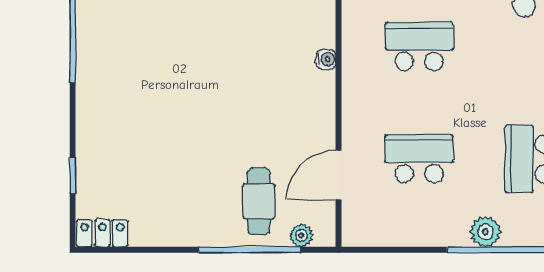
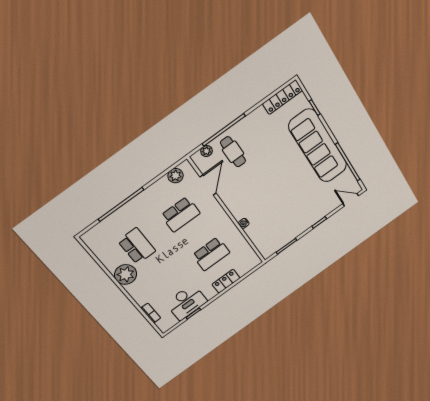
sofa: (108, 103) -> (318, 146), added
plant: (485, 232) -> (175, 176), moved
locker: (102, 233) -> (282, 97), width x1.53

